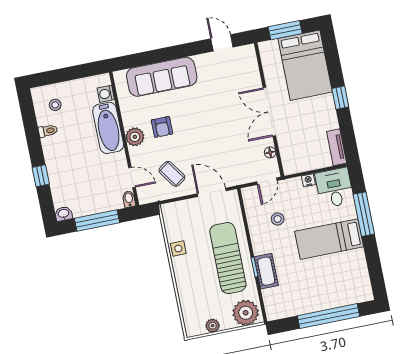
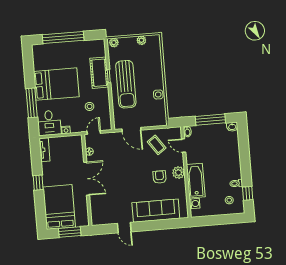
door: (222, 43) -> (124, 228), moved
window: (41, 176) -> (248, 193), moved
bed: (329, 239) -> (56, 84), width x1.50
cot: (266, 271) -> (99, 73), width x1.37, depth x1.34
plant: (246, 313) -> (114, 43), width x0.53, depth x0.53

